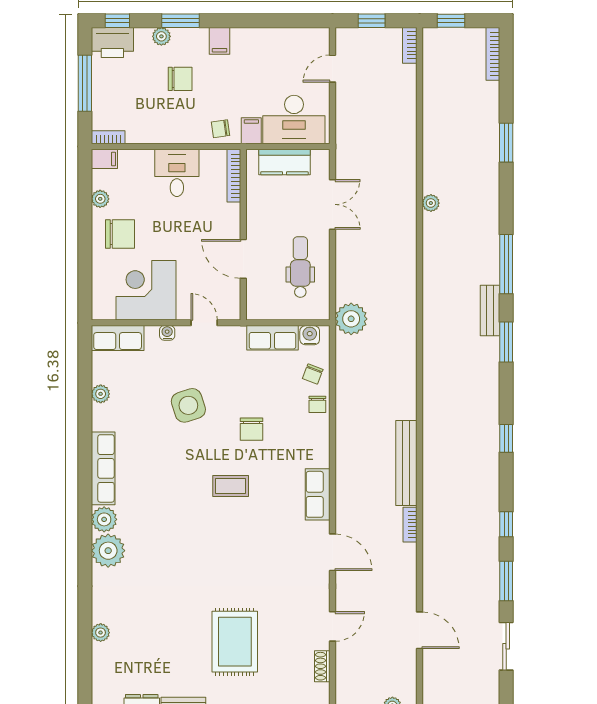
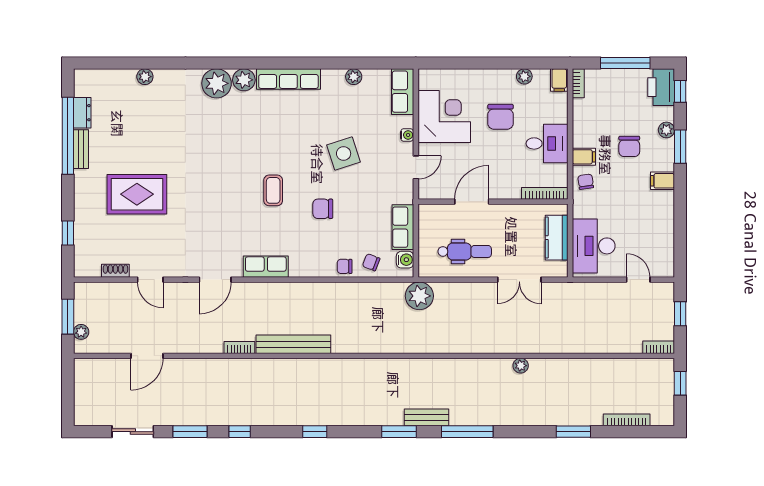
bookcase: (493, 54) -> (627, 420), moved
filing cabinet: (251, 131) -> (584, 157), moved
chair: (120, 234) -> (501, 117), moved

